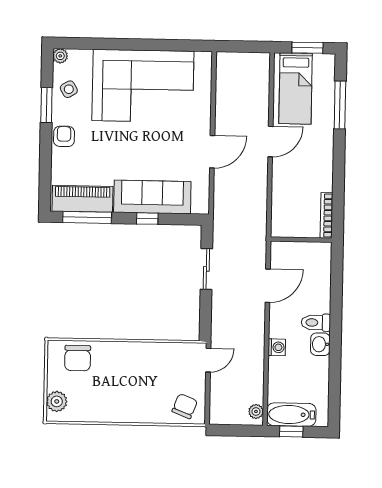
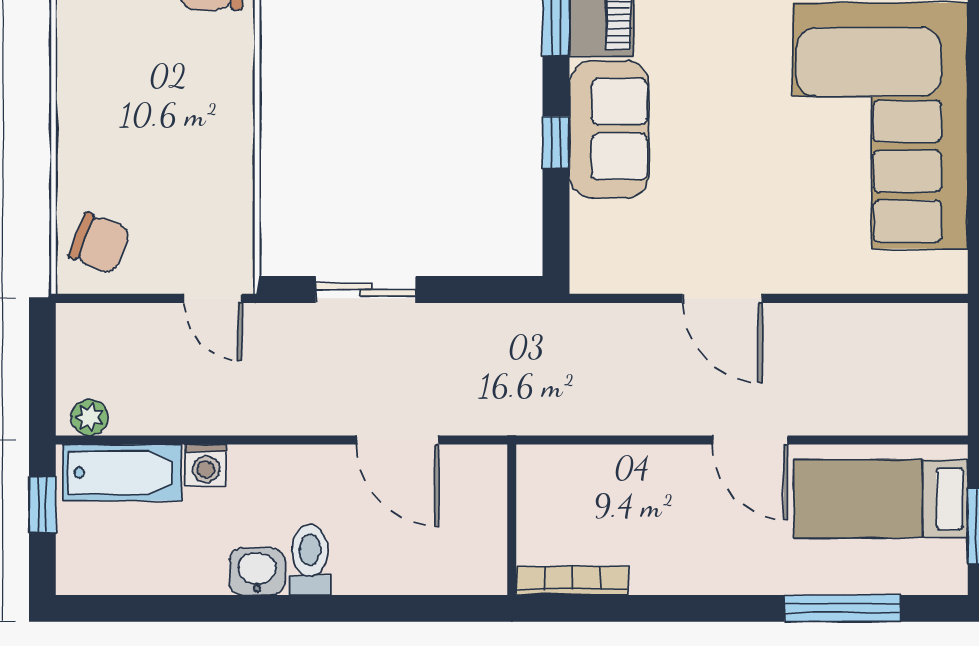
sofa: (152, 197) -> (609, 129), width x0.73
sliding door: (206, 269) -> (366, 290), moved
washing machine: (277, 347) -> (206, 465), moved
bathtub: (291, 415) -> (122, 473), moved, turned 90

